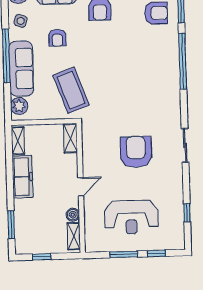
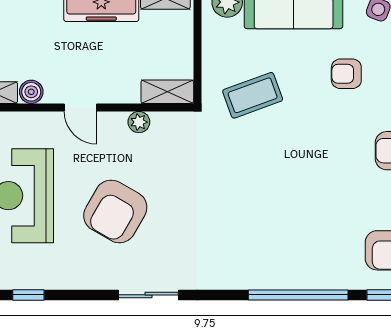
coffee table: (71, 90) -> (253, 95), width x0.73, depth x0.76
armchair: (136, 152) -> (115, 211), moved, turned 120
plant: (88, 154) -> (139, 122), added

